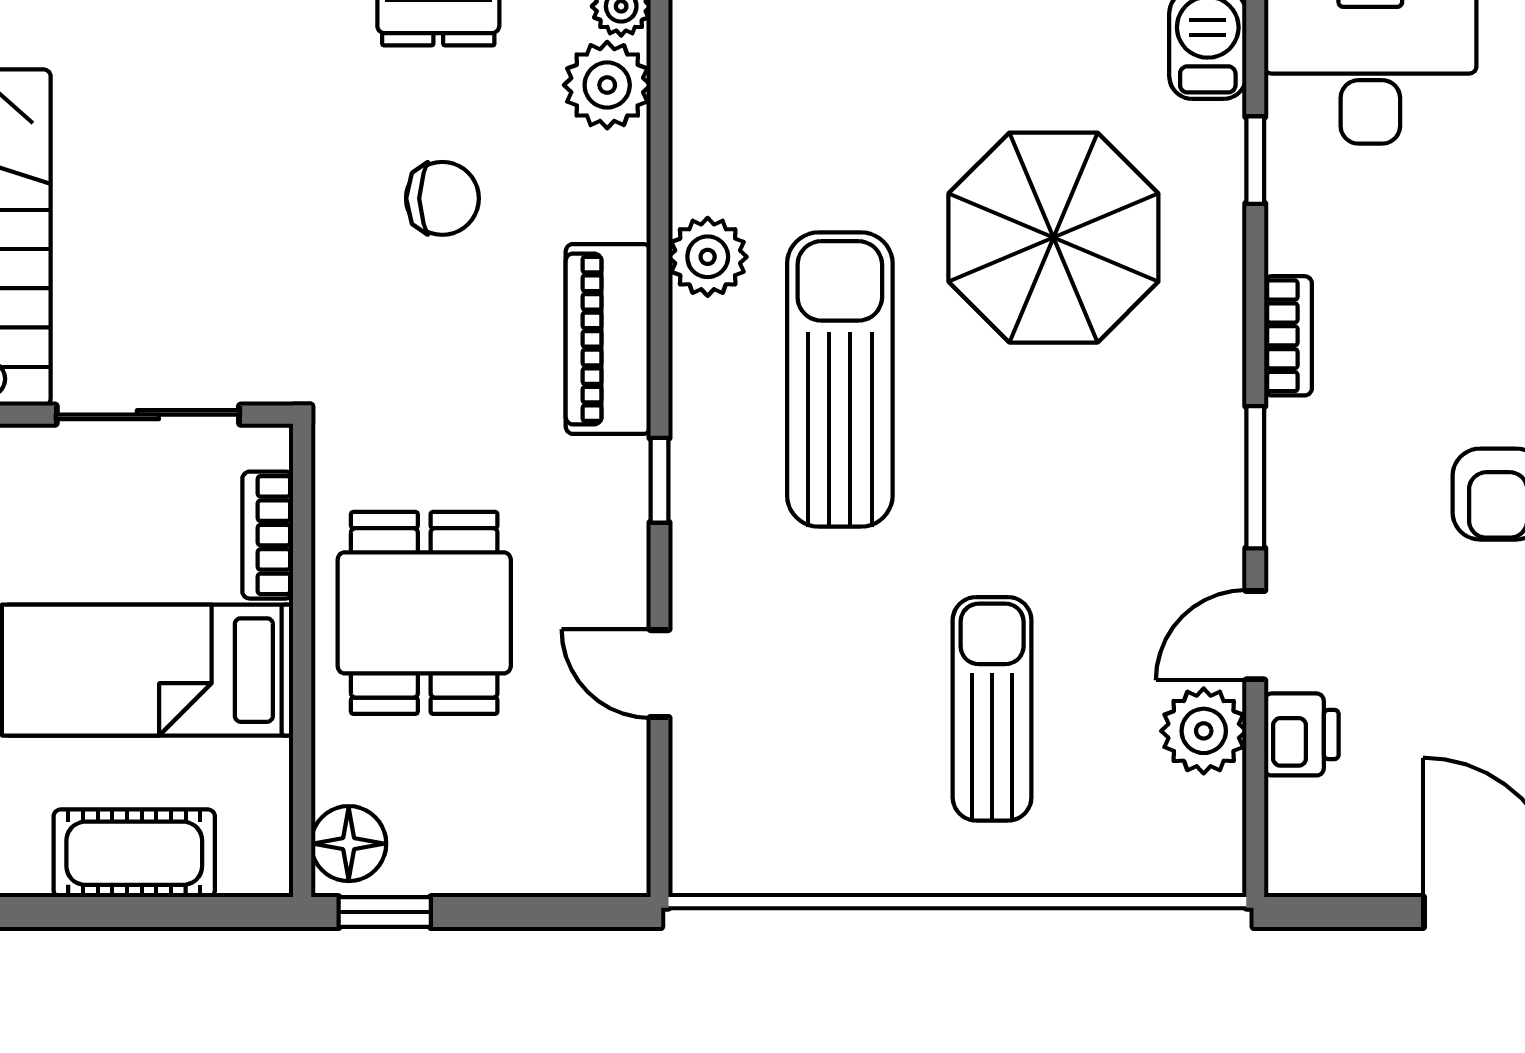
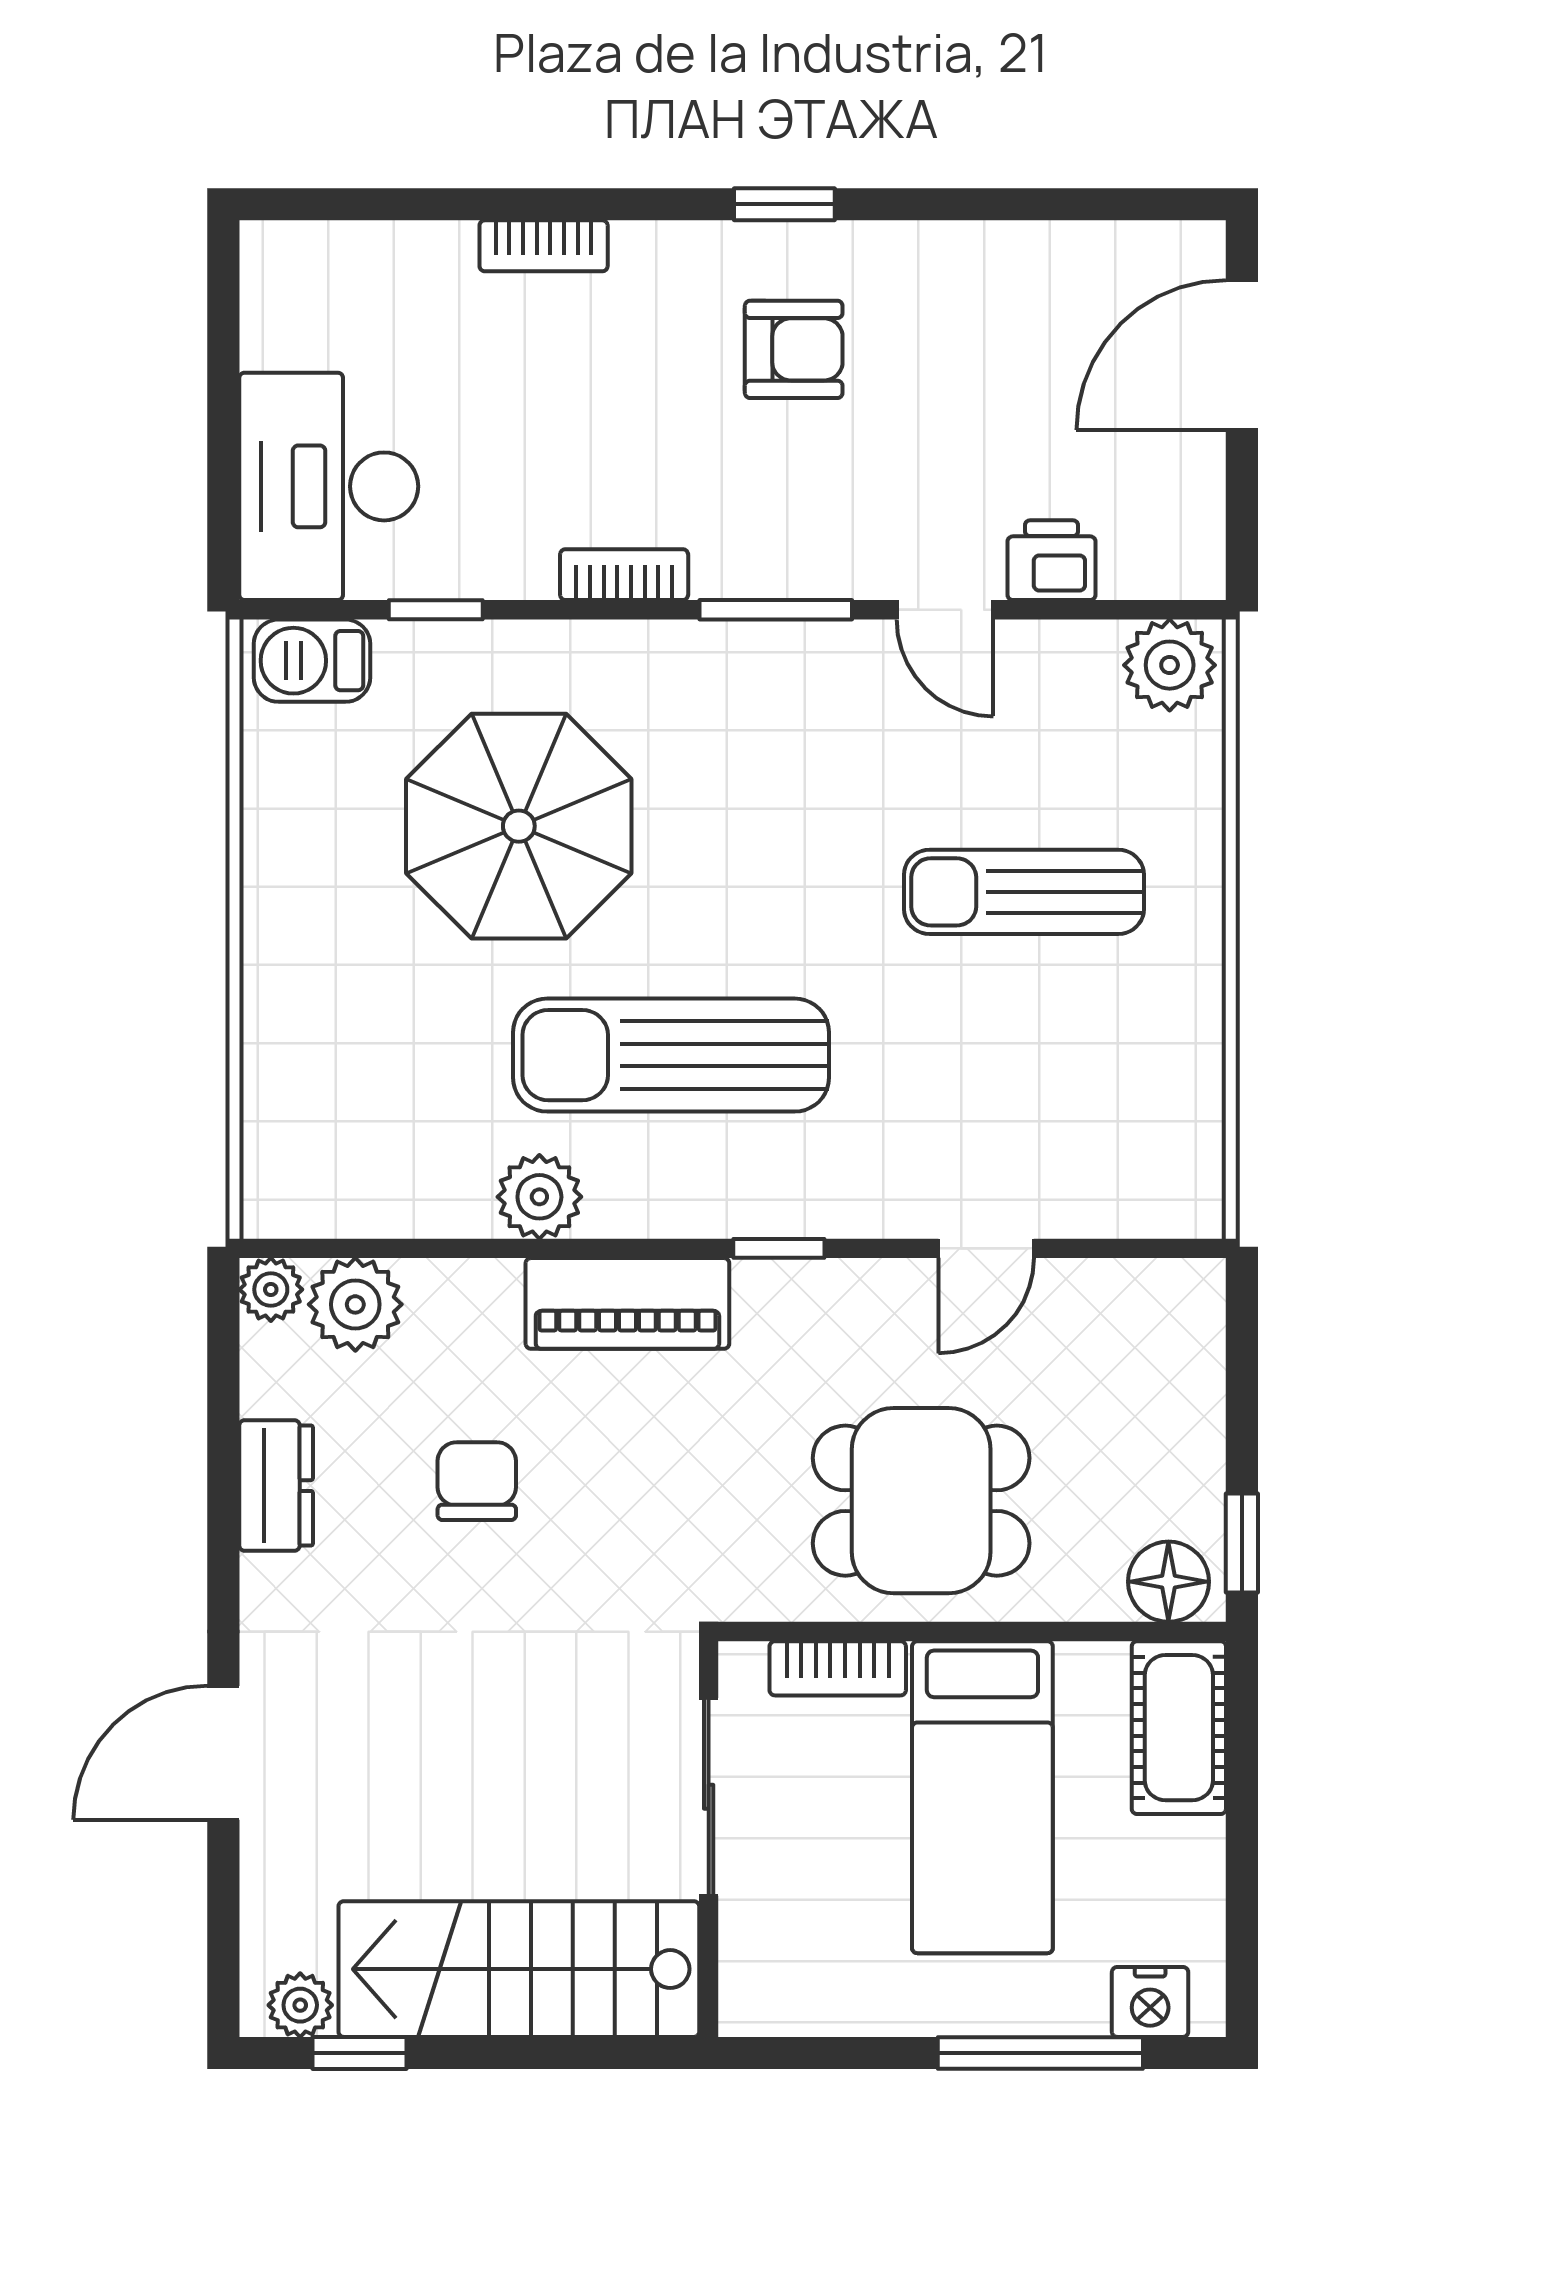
plant: (1204, 731) -> (1170, 665), moved
cot: (134, 853) -> (1179, 1728), moved

